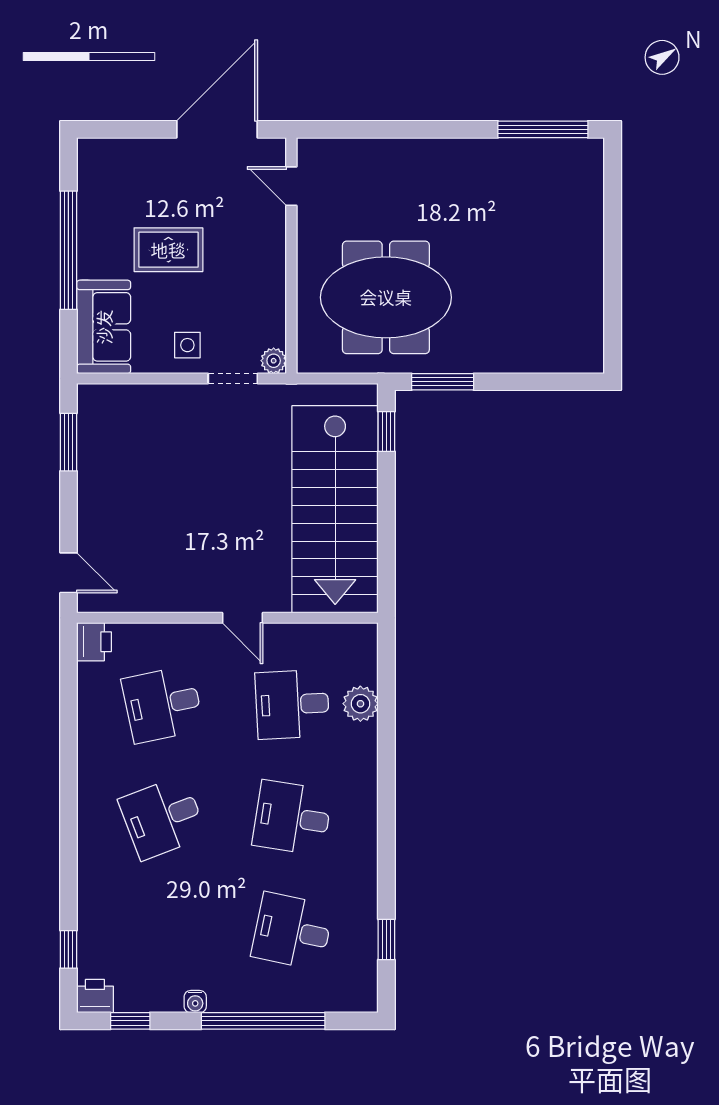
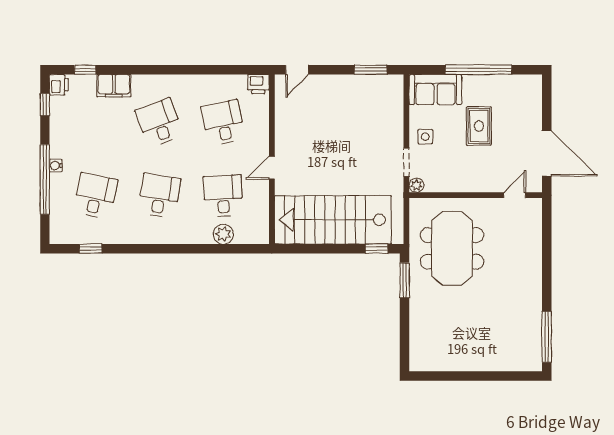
filing cabinet: (97, 898) -> (114, 86), added
water cooler: (195, 1002) -> (56, 166), moved

